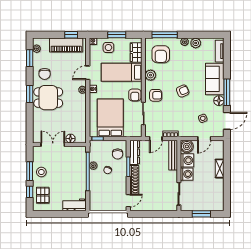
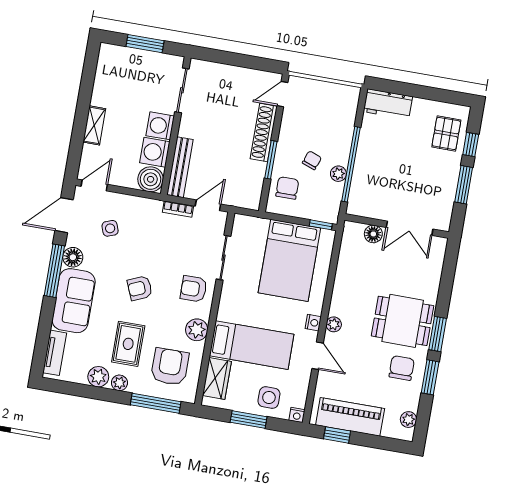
window: (30, 58) -> (430, 377), moved
rug: (184, 62) -> (128, 344), added
door: (88, 73) -> (318, 356), hinge flipped
armchair: (135, 95) -> (234, 297), removed
door: (204, 138) -> (94, 185), moved
dresser: (135, 152) -> (254, 186), removed
stool: (41, 172) -> (441, 179), removed

